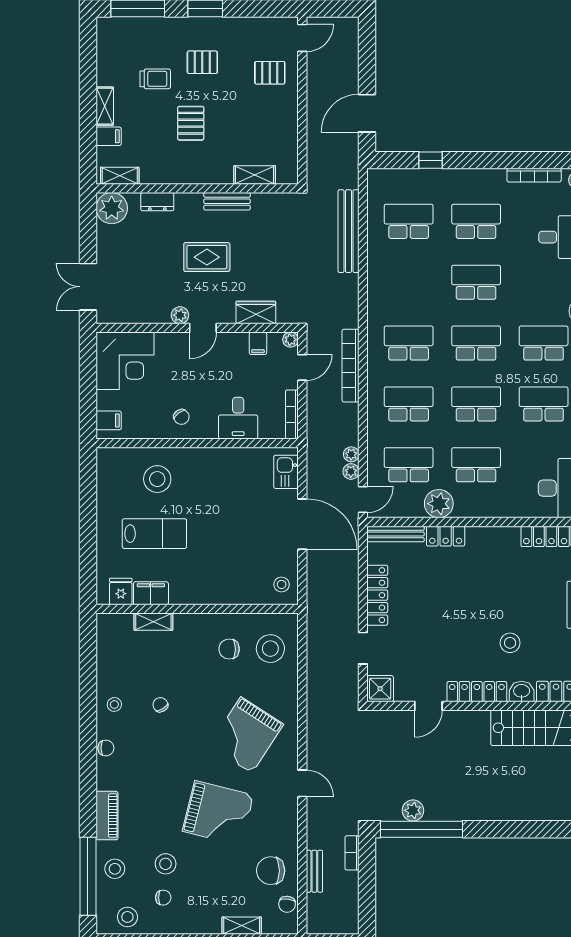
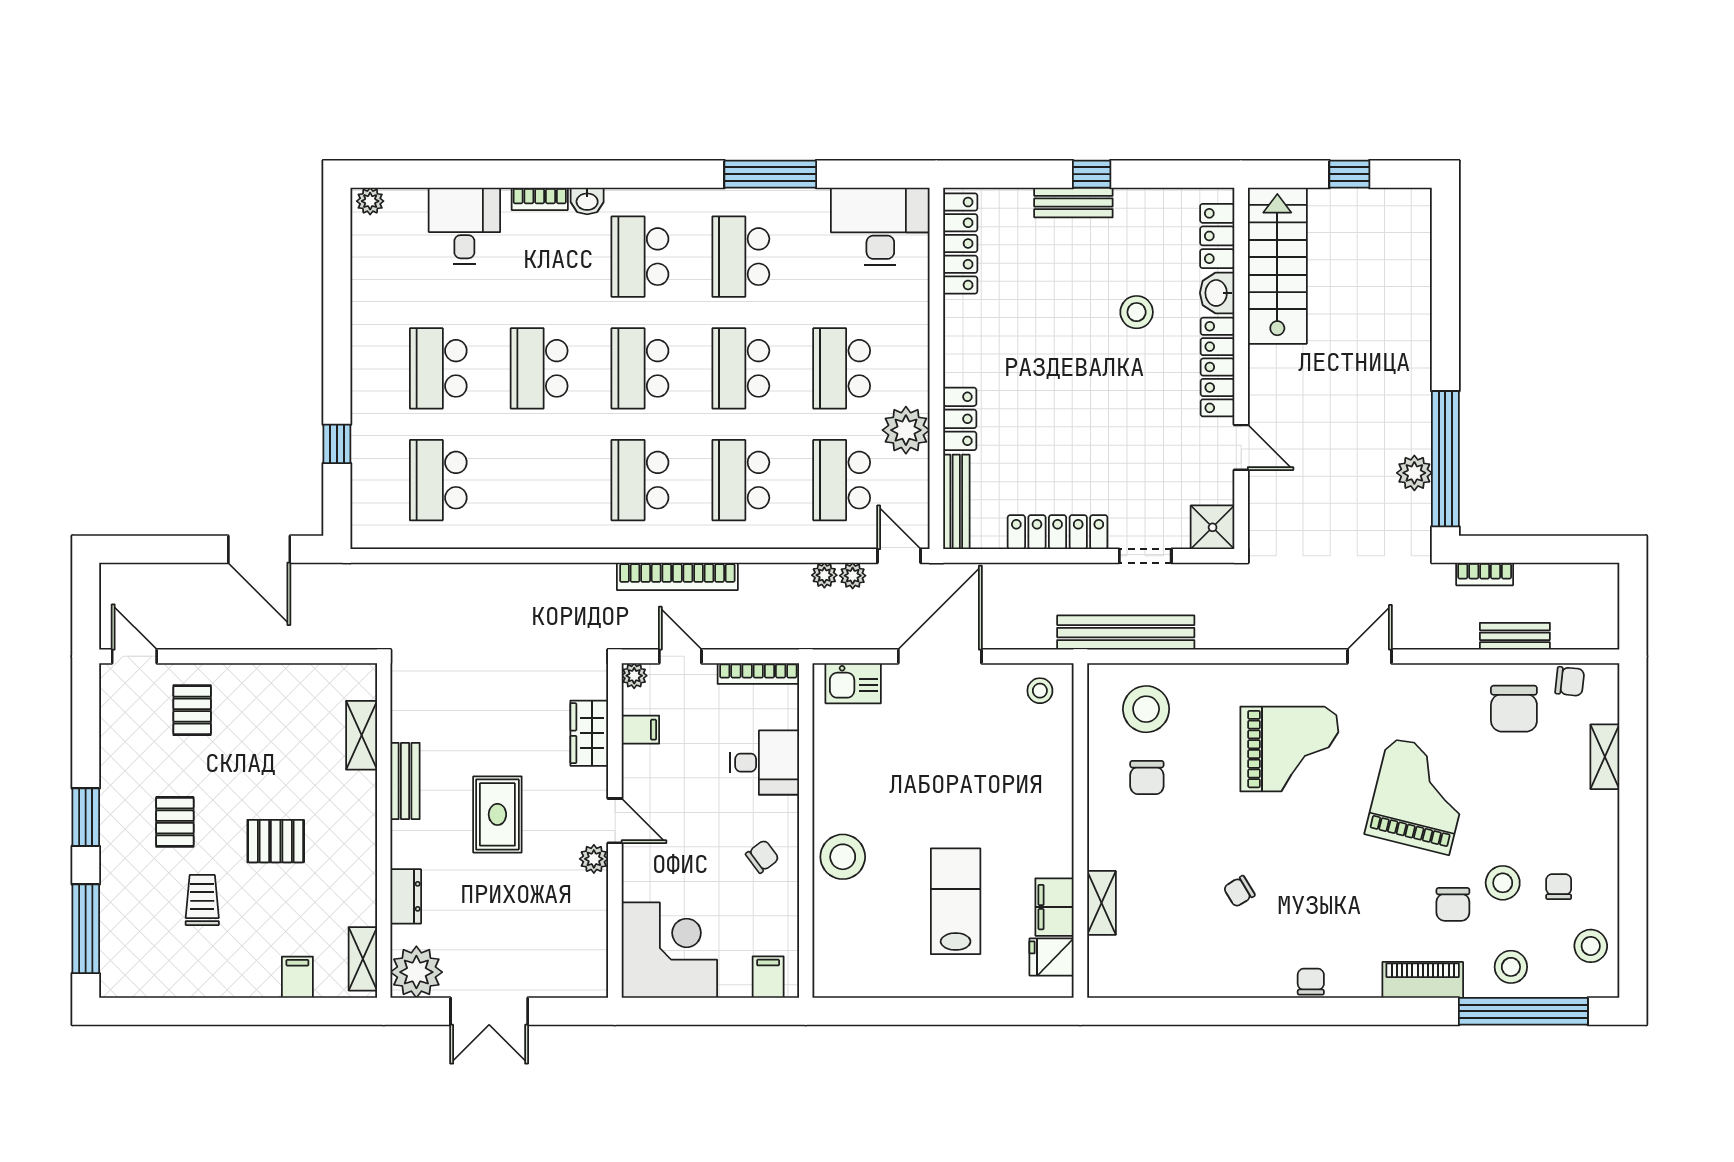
shelving: (105, 106) -> (247, 984), removed
bookcase: (534, 175) -> (362, 272), removed
bench: (349, 231) -> (1126, 633), moved
double door: (88, 287) -> (489, 1011), moved
stool: (157, 479) -> (843, 857), moved
stool: (114, 704) -> (1239, 968), removed
grand piano: (246, 735) -> (1289, 749), turned -33
chair: (153, 834) -> (1453, 904), added

